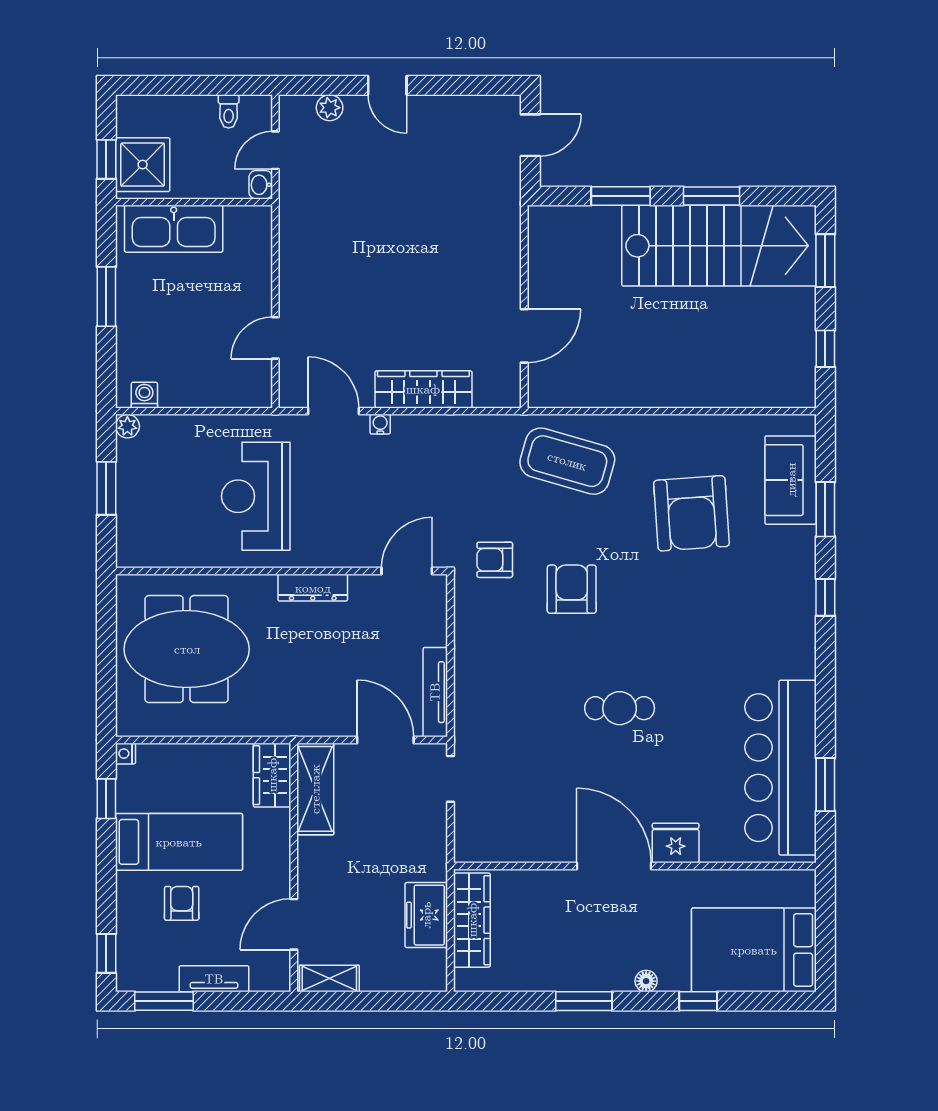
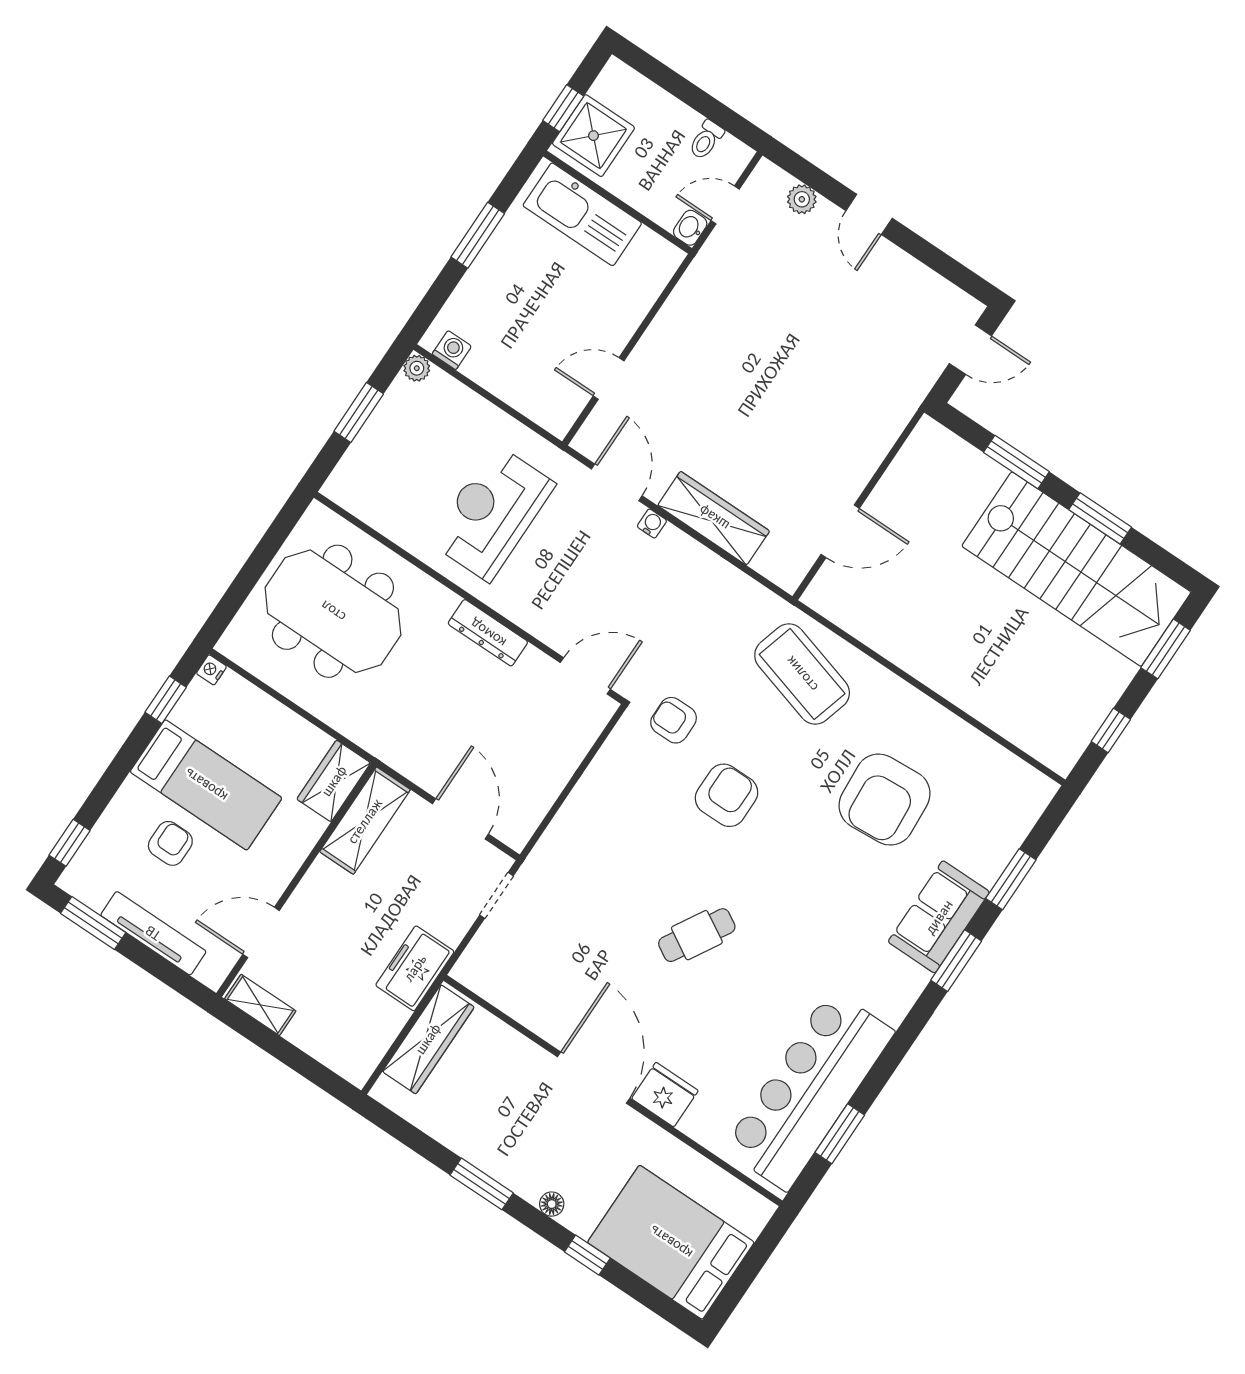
sofa: (791, 480) -> (939, 917), moved
window: (825, 597) -> (956, 961), width x1.50
tv unit: (435, 692) -> (536, 806), removed
cafe table: (620, 708) -> (697, 935), turned -60
freezer: (426, 915) -> (415, 968), moved
tv unit: (214, 979) -> (153, 933), width x1.41

